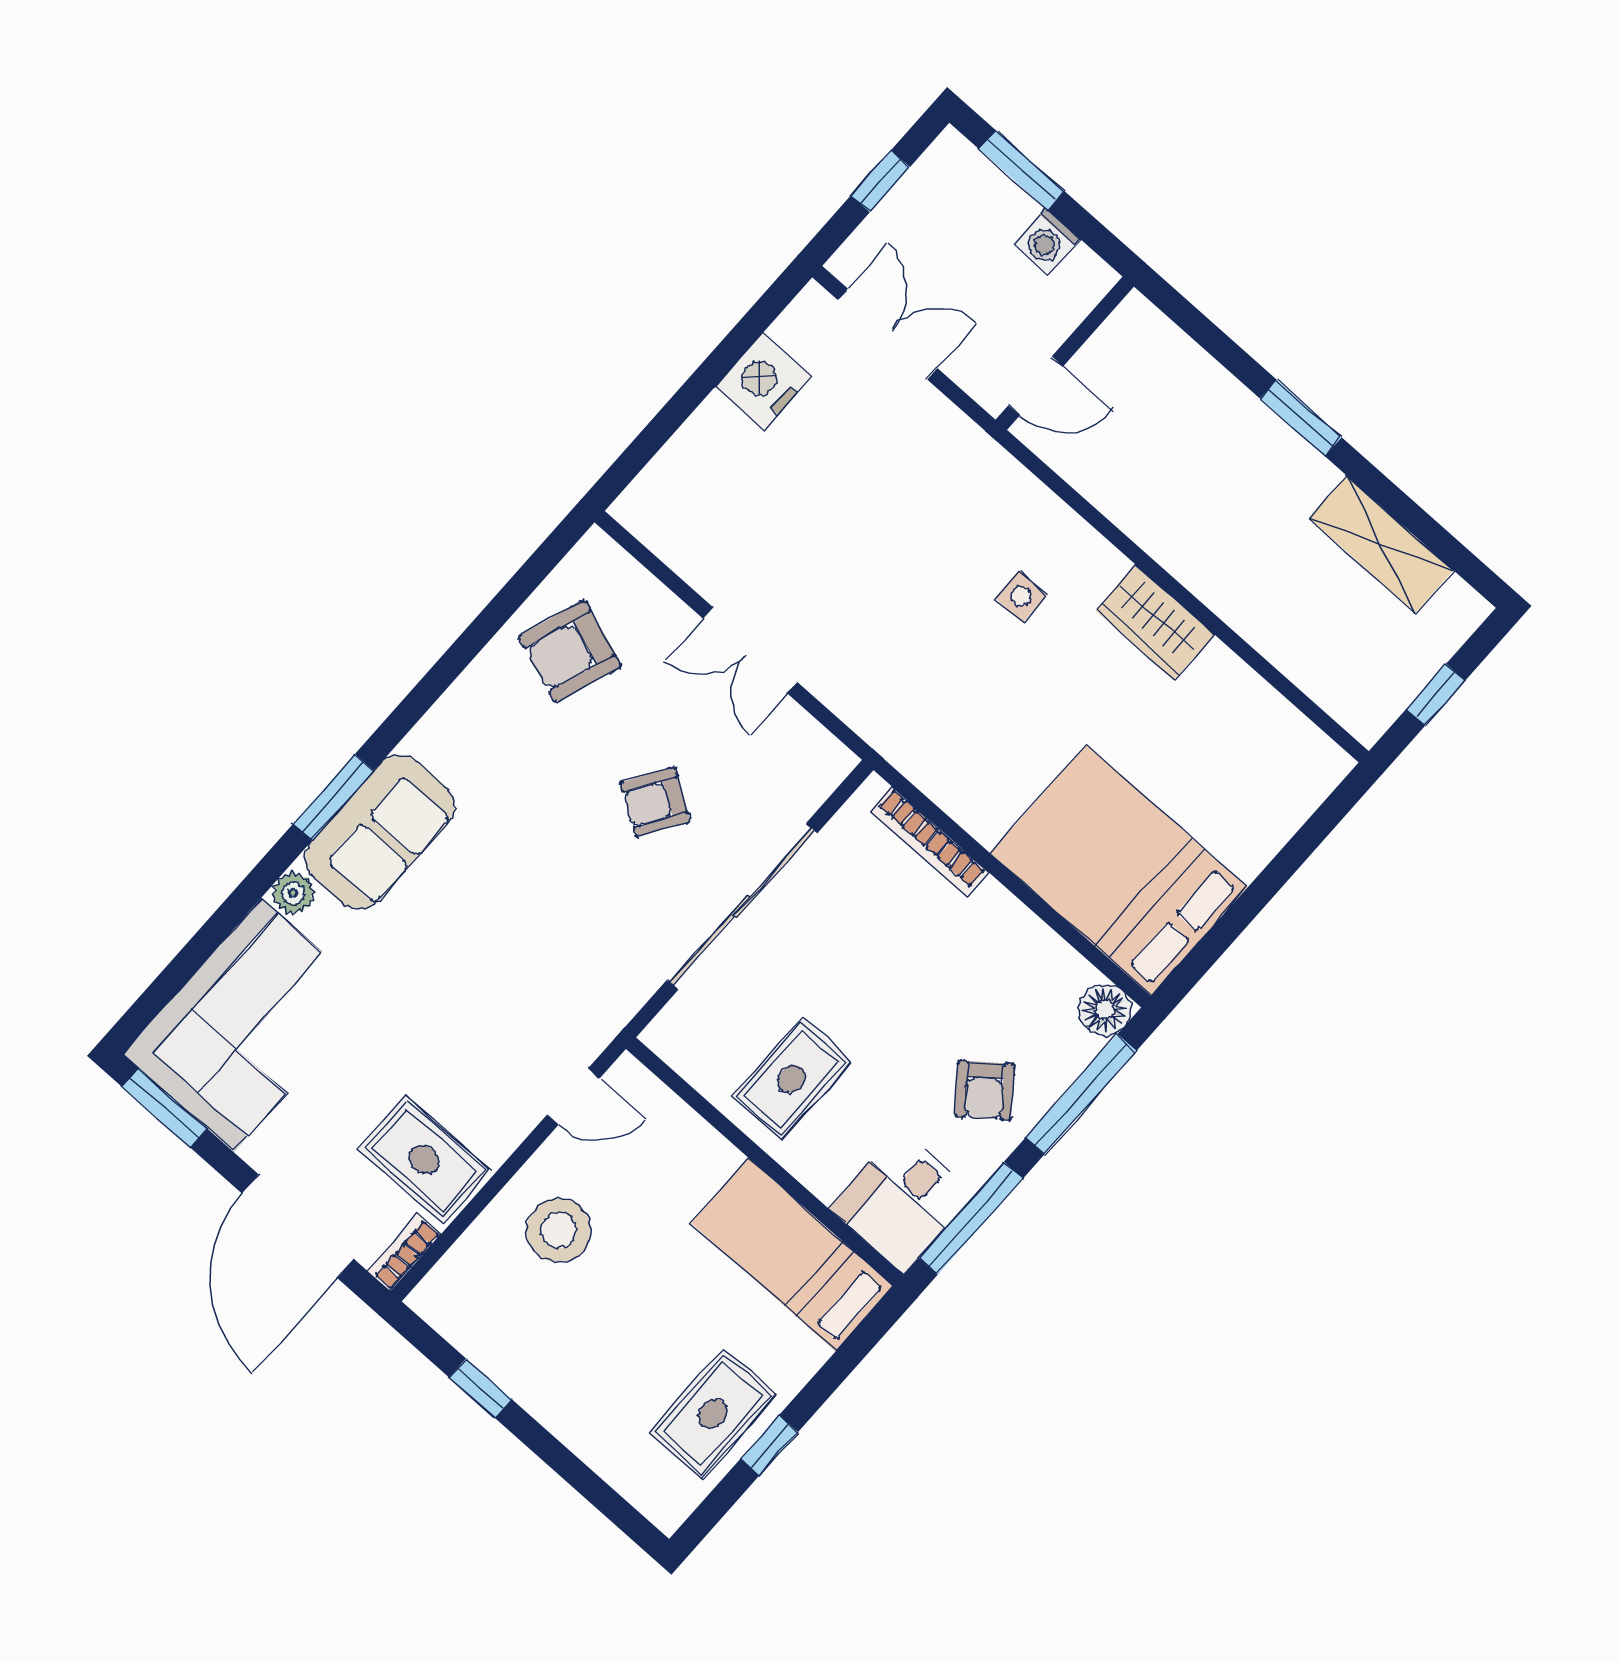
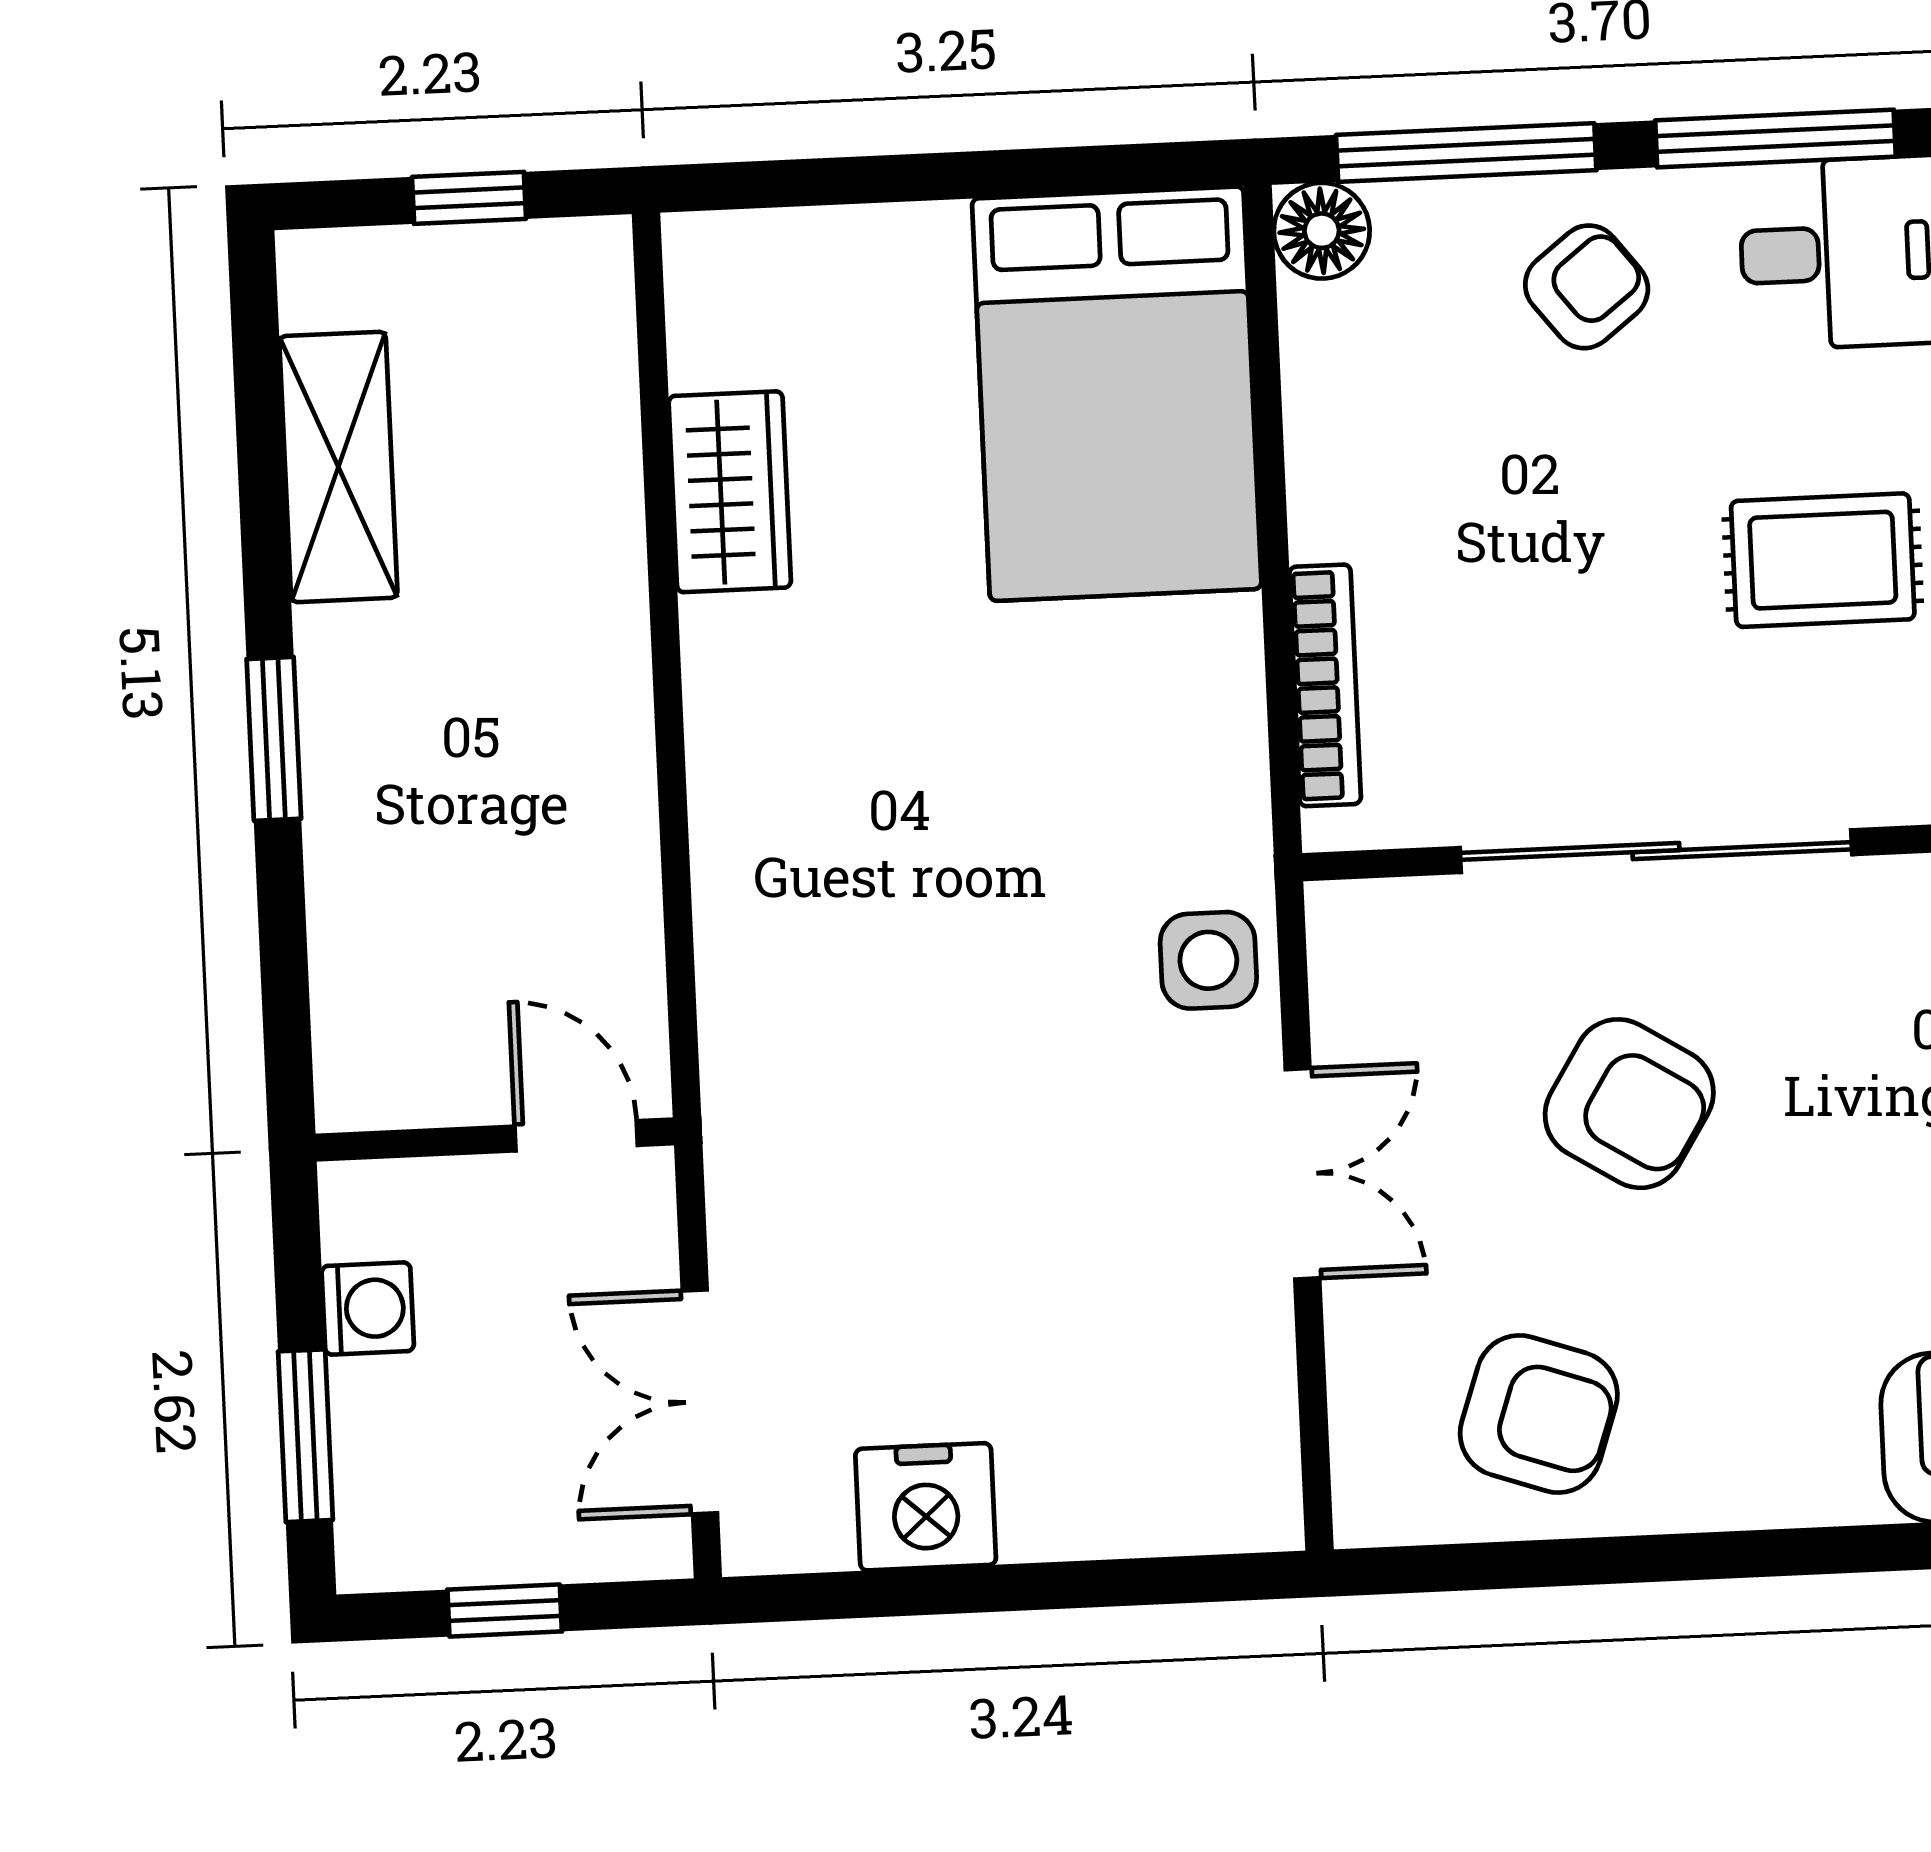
side table: (1021, 596) -> (1208, 960), moved, width x1.37, depth x1.37
wardrobe: (1155, 622) -> (730, 492), moved
armchair: (655, 802) -> (1629, 1104), width x1.38, depth x1.38

